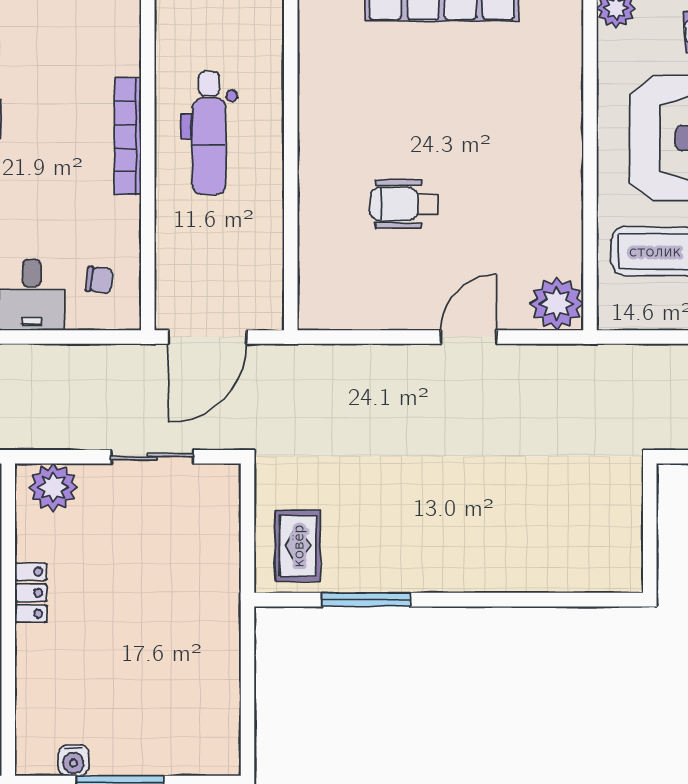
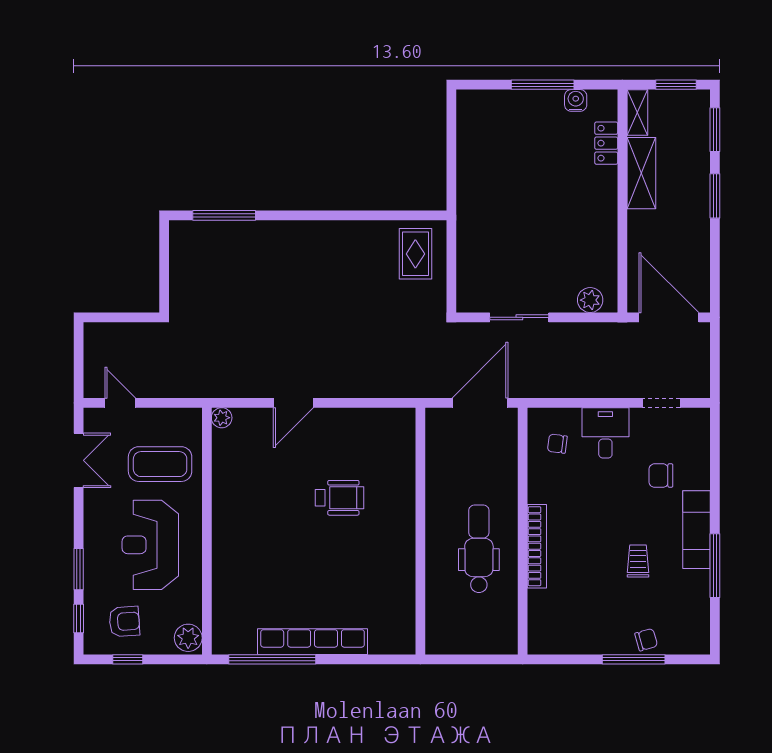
plant: (557, 304) -> (222, 418), width x0.53, depth x0.53
plant: (53, 487) -> (590, 300), width x0.73, depth x0.73
locker: (31, 593) -> (606, 143), moved
window: (366, 600) -> (224, 215), moved

